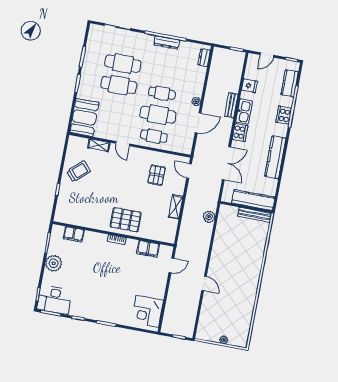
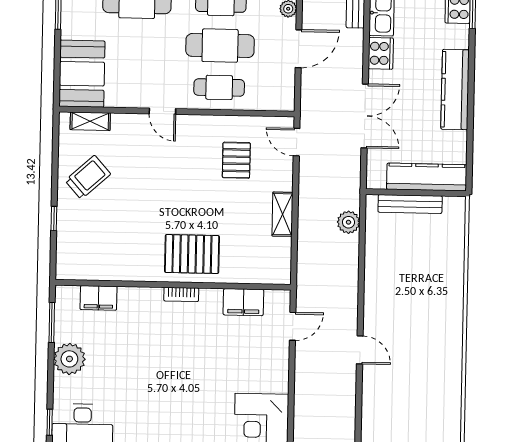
shelving: (99, 145) -> (90, 121), moved
bench: (255, 215) -> (410, 204), moved

